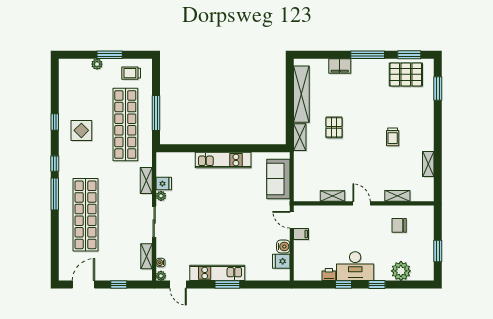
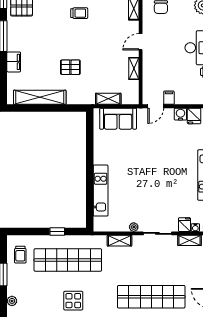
plant: (97, 64) -> (12, 301), moved
window: (156, 113) -> (57, 232), width x0.46
shelving: (300, 137) -> (108, 99), moved
kitchen unit: (223, 160) -> (101, 191), moved
fridge: (164, 184) -> (184, 225), moved

